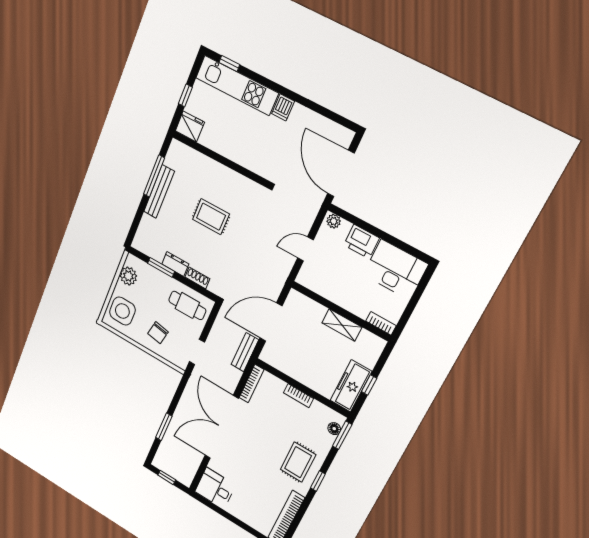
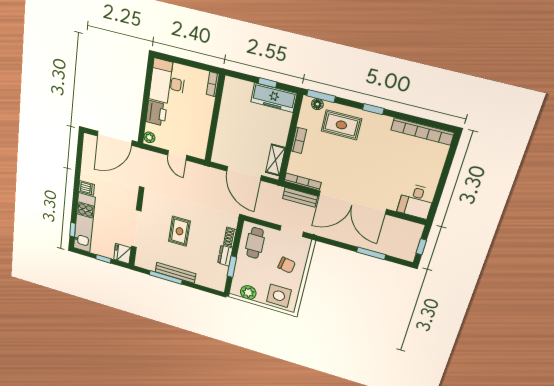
doorway: (220, 159) -> (136, 229), added
shelving: (342, 325) -> (275, 160), moved
bench: (245, 352) -> (300, 197), moved
rug: (298, 462) -> (341, 125), moved

